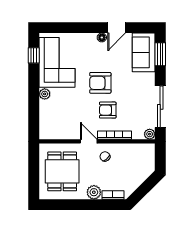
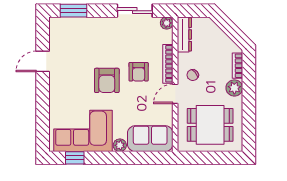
door: (117, 28) -> (43, 61), swing flipped
floor lamp: (102, 38) -> (54, 79), removed
sofa: (144, 52) -> (150, 139), moved, turned 180
sliding door: (160, 107) -> (135, 11), width x0.73
dresser: (140, 149) -> (184, 34), added

